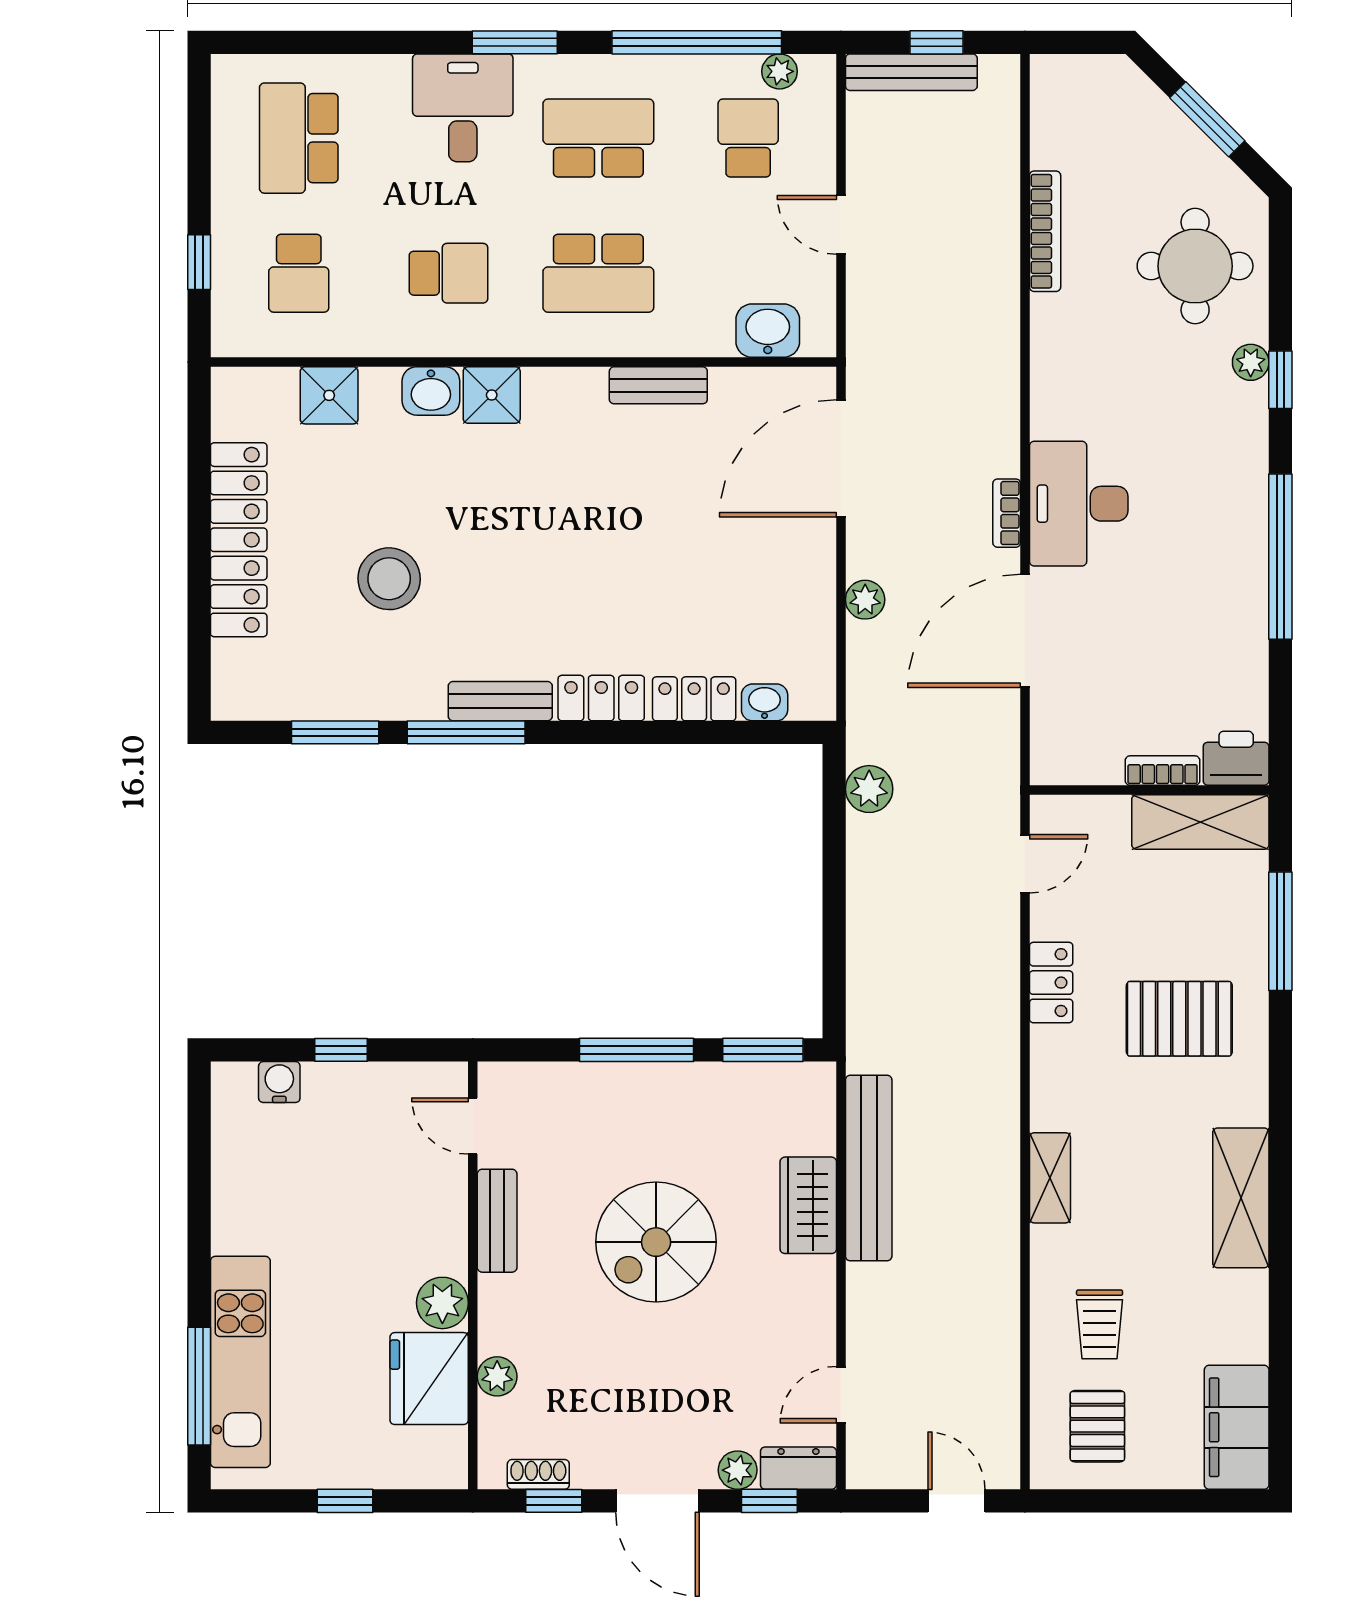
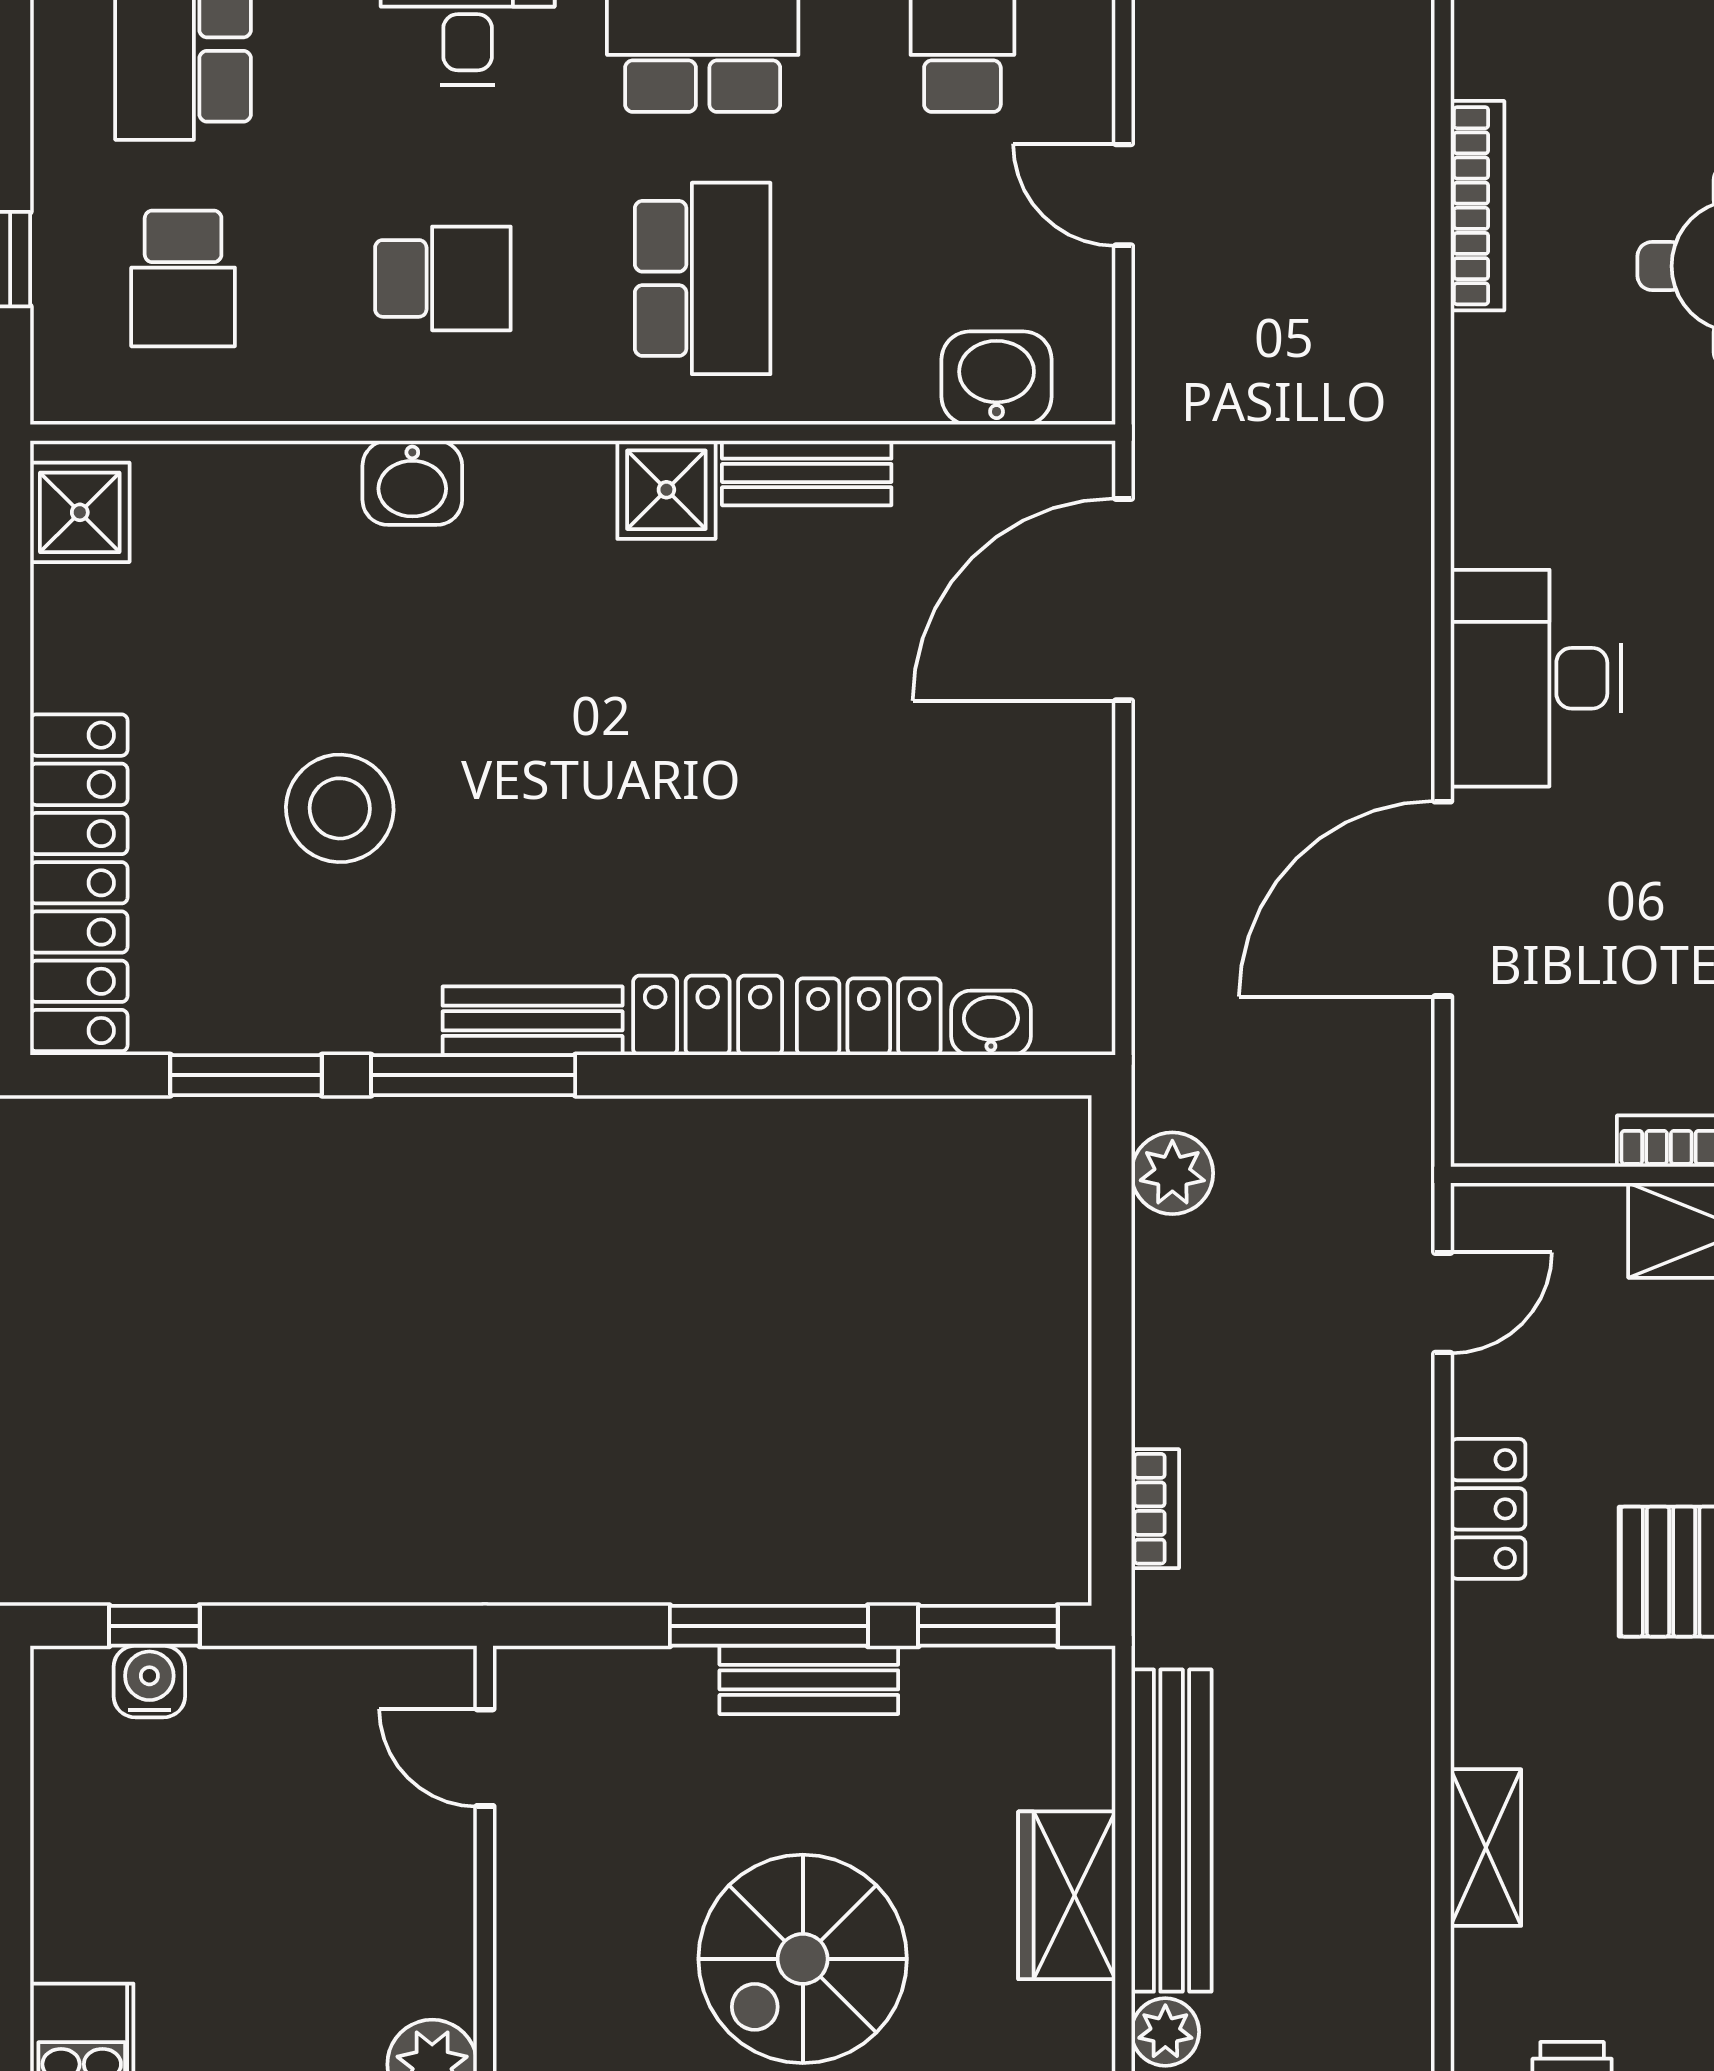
school desk: (598, 273) -> (703, 278), turned -90
shower: (329, 395) -> (80, 512), moved
shower: (492, 395) -> (666, 490), moved
bookcase: (1007, 513) -> (1155, 1509), moved, turned 180
locker: (239, 540) -> (79, 883), moved
plant: (865, 600) -> (1165, 2032), moved
window: (341, 1050) -> (154, 1626), moved
bench: (497, 1221) -> (809, 1680), moved, turned 90

